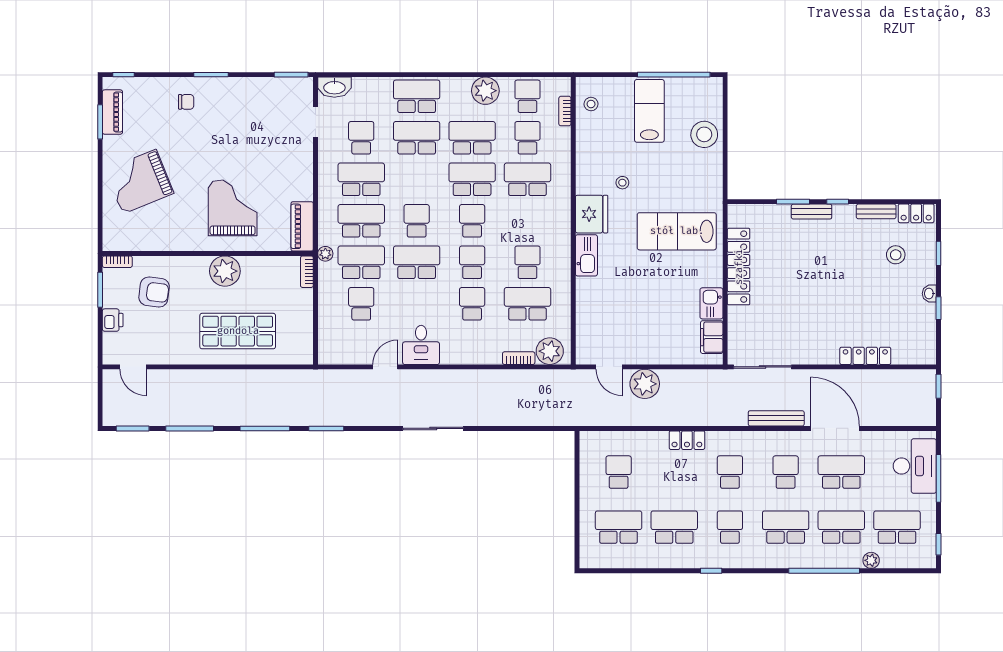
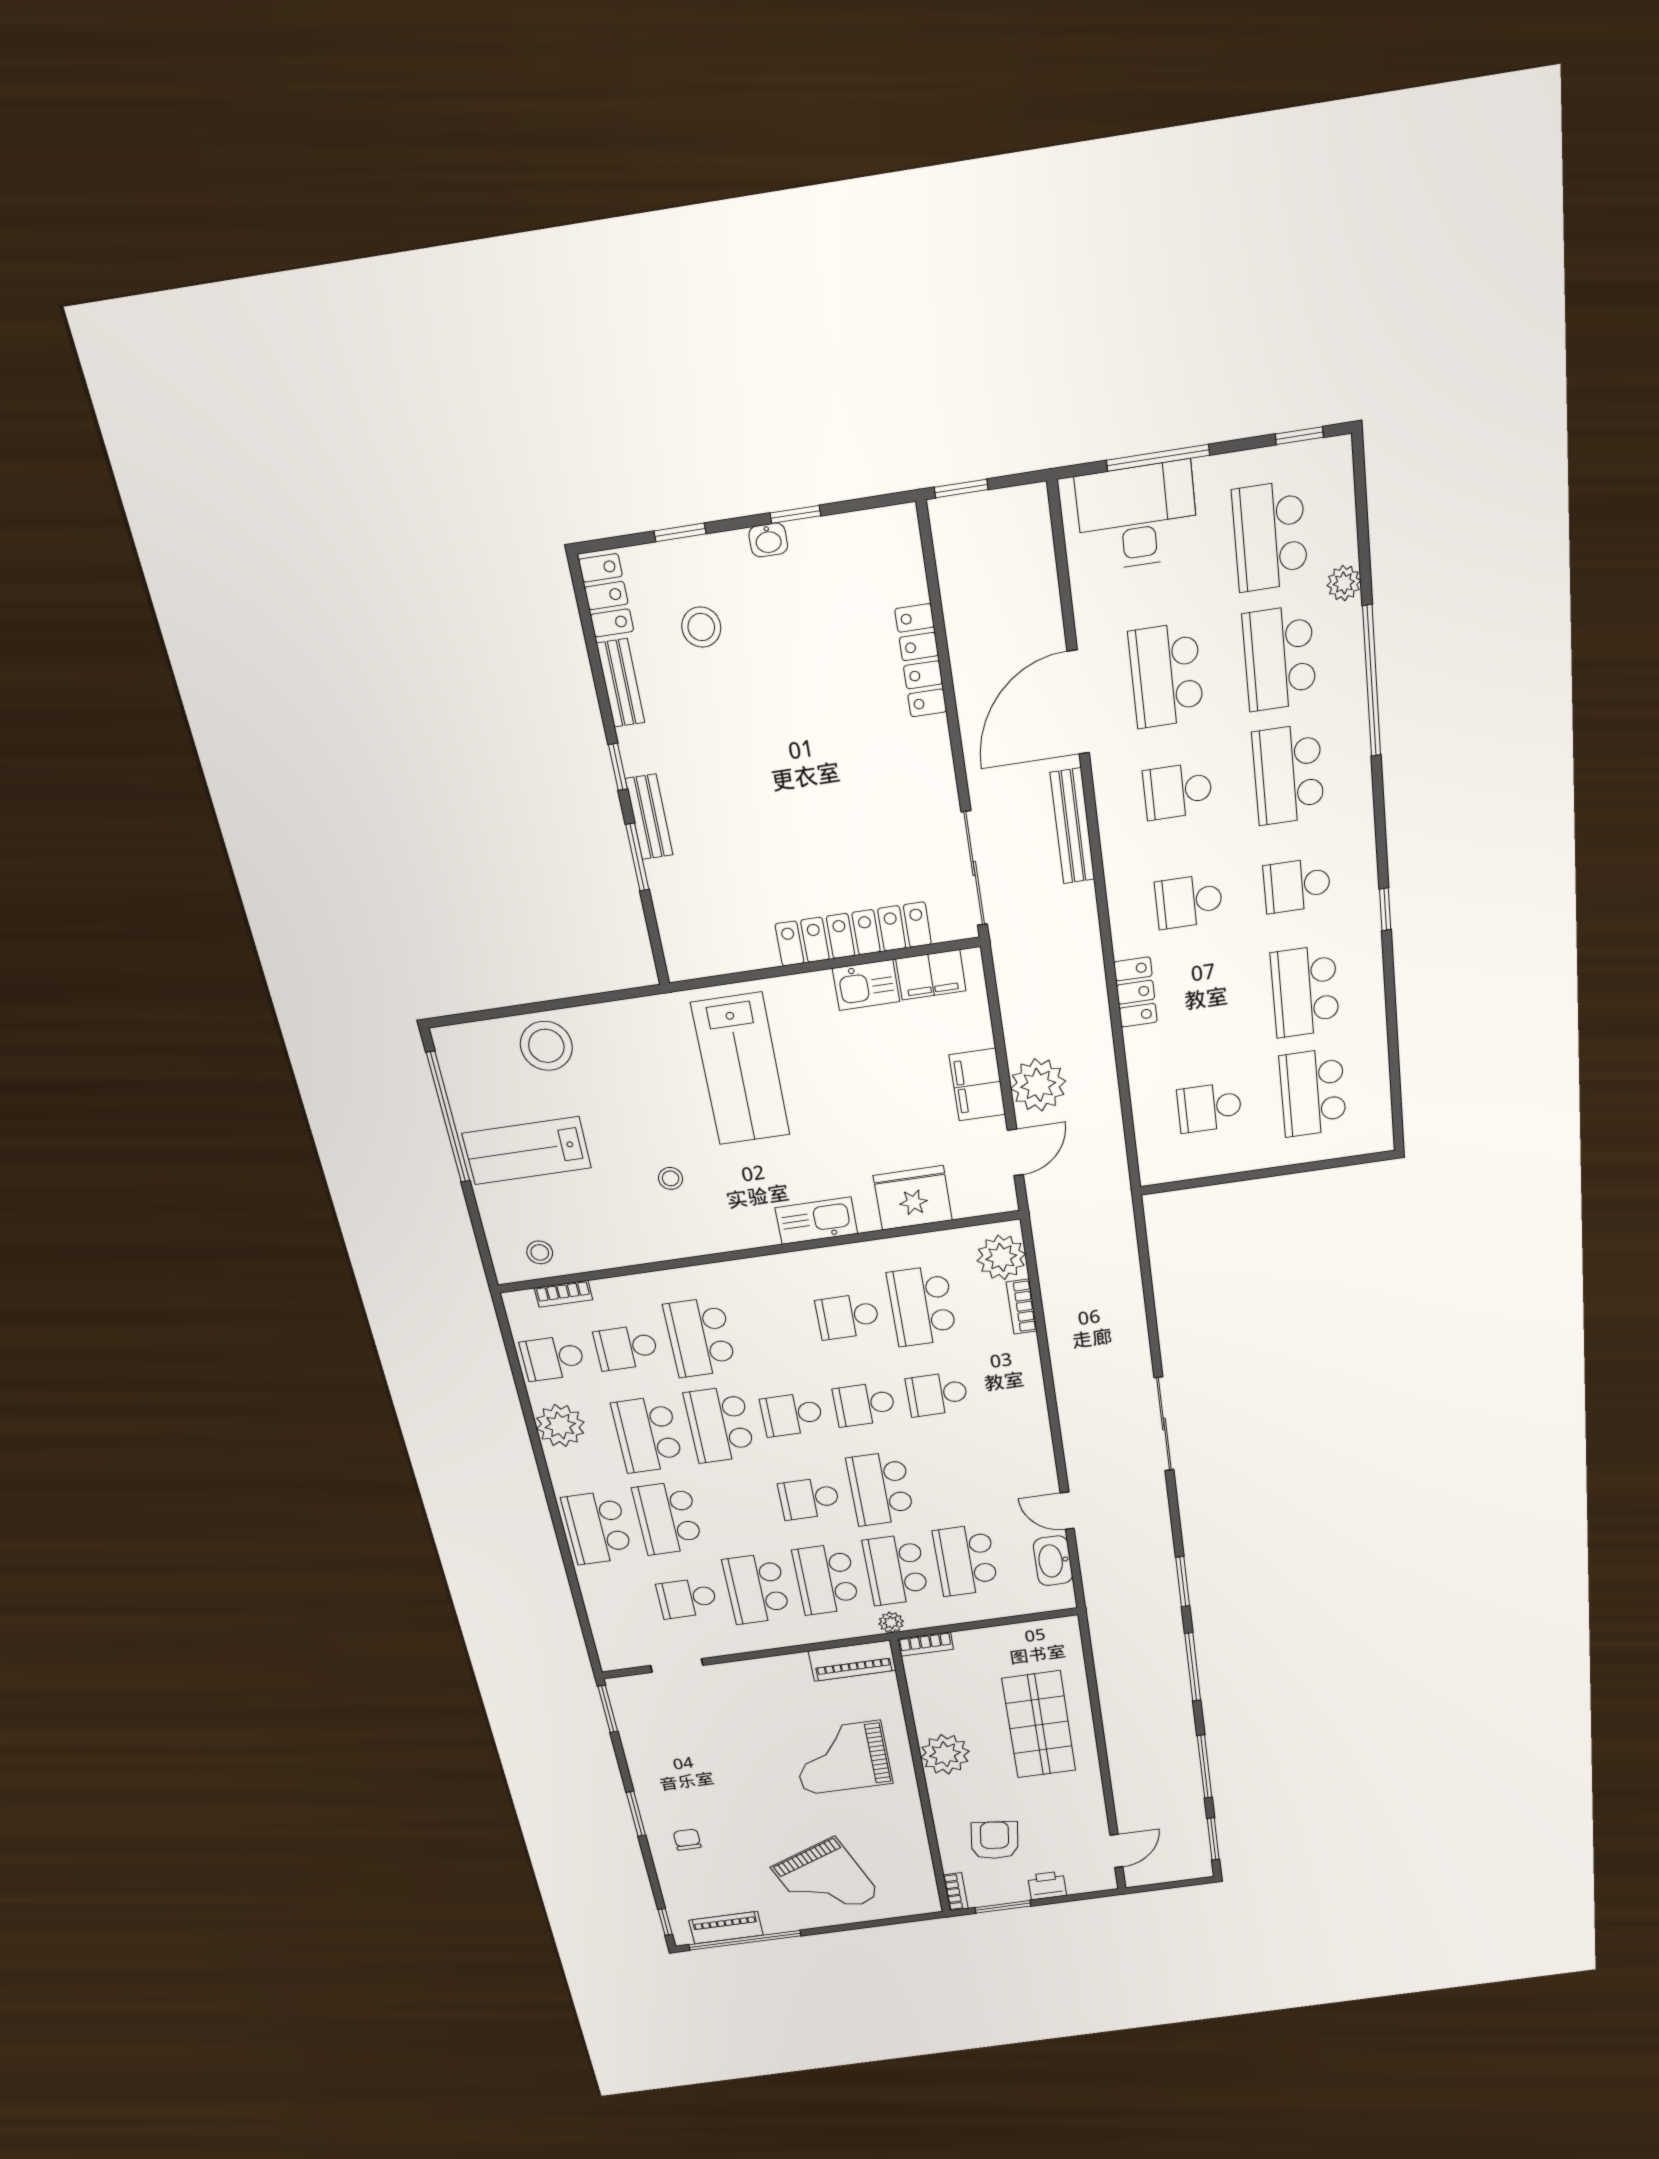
washbasin: (334, 87) -> (1053, 1561), moved, turned 180
window: (100, 122) -> (745, 1940), width x2.11
fridge: (592, 214) -> (913, 1198), moved
locker: (739, 267) -> (853, 934), moved
school desk: (361, 304) -> (965, 1560), width x1.85
desk: (421, 345) -> (1021, 1463), removed
filing cabinet: (650, 352) -> (977, 1085), added

